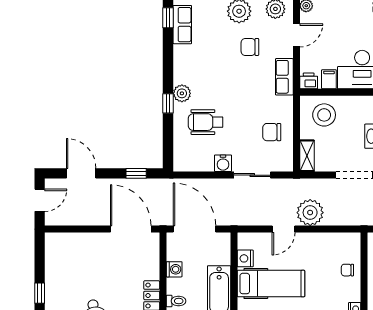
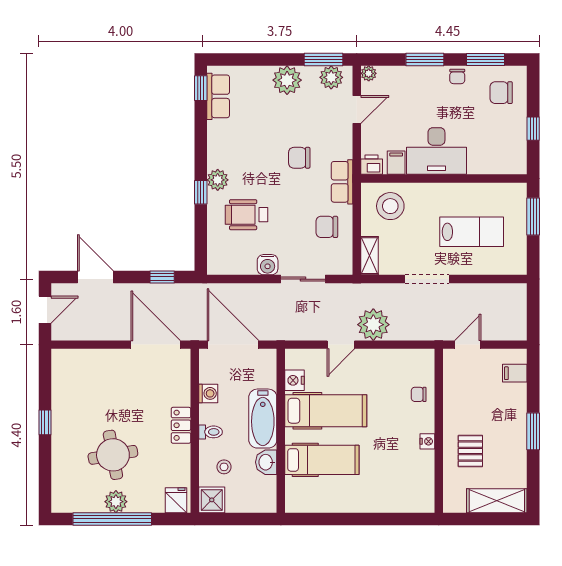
chair: (250, 47) -> (299, 158), moved
row of seats: (284, 77) -> (342, 182), moved

